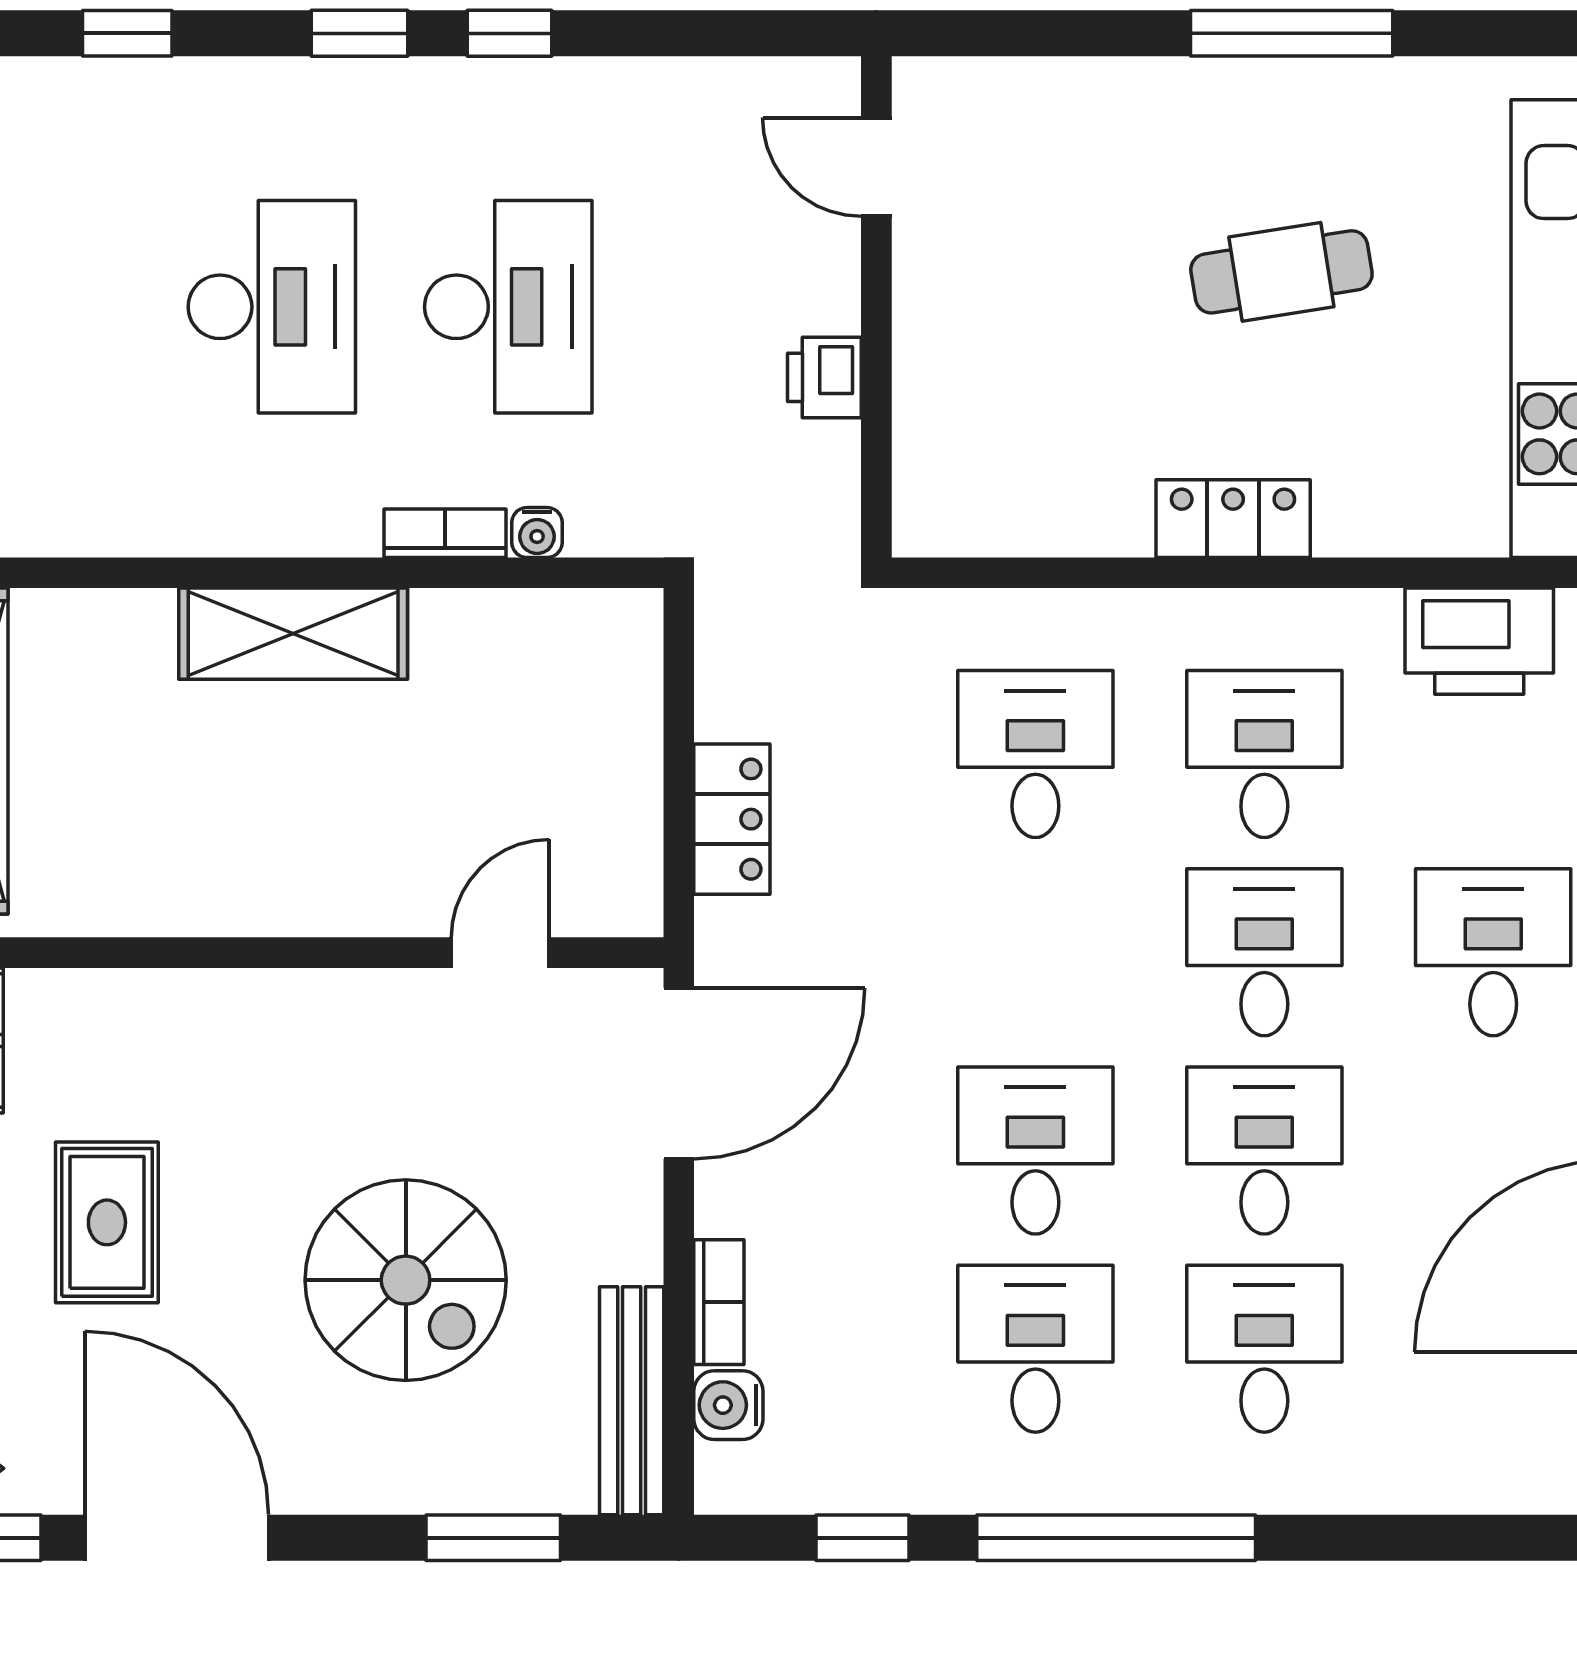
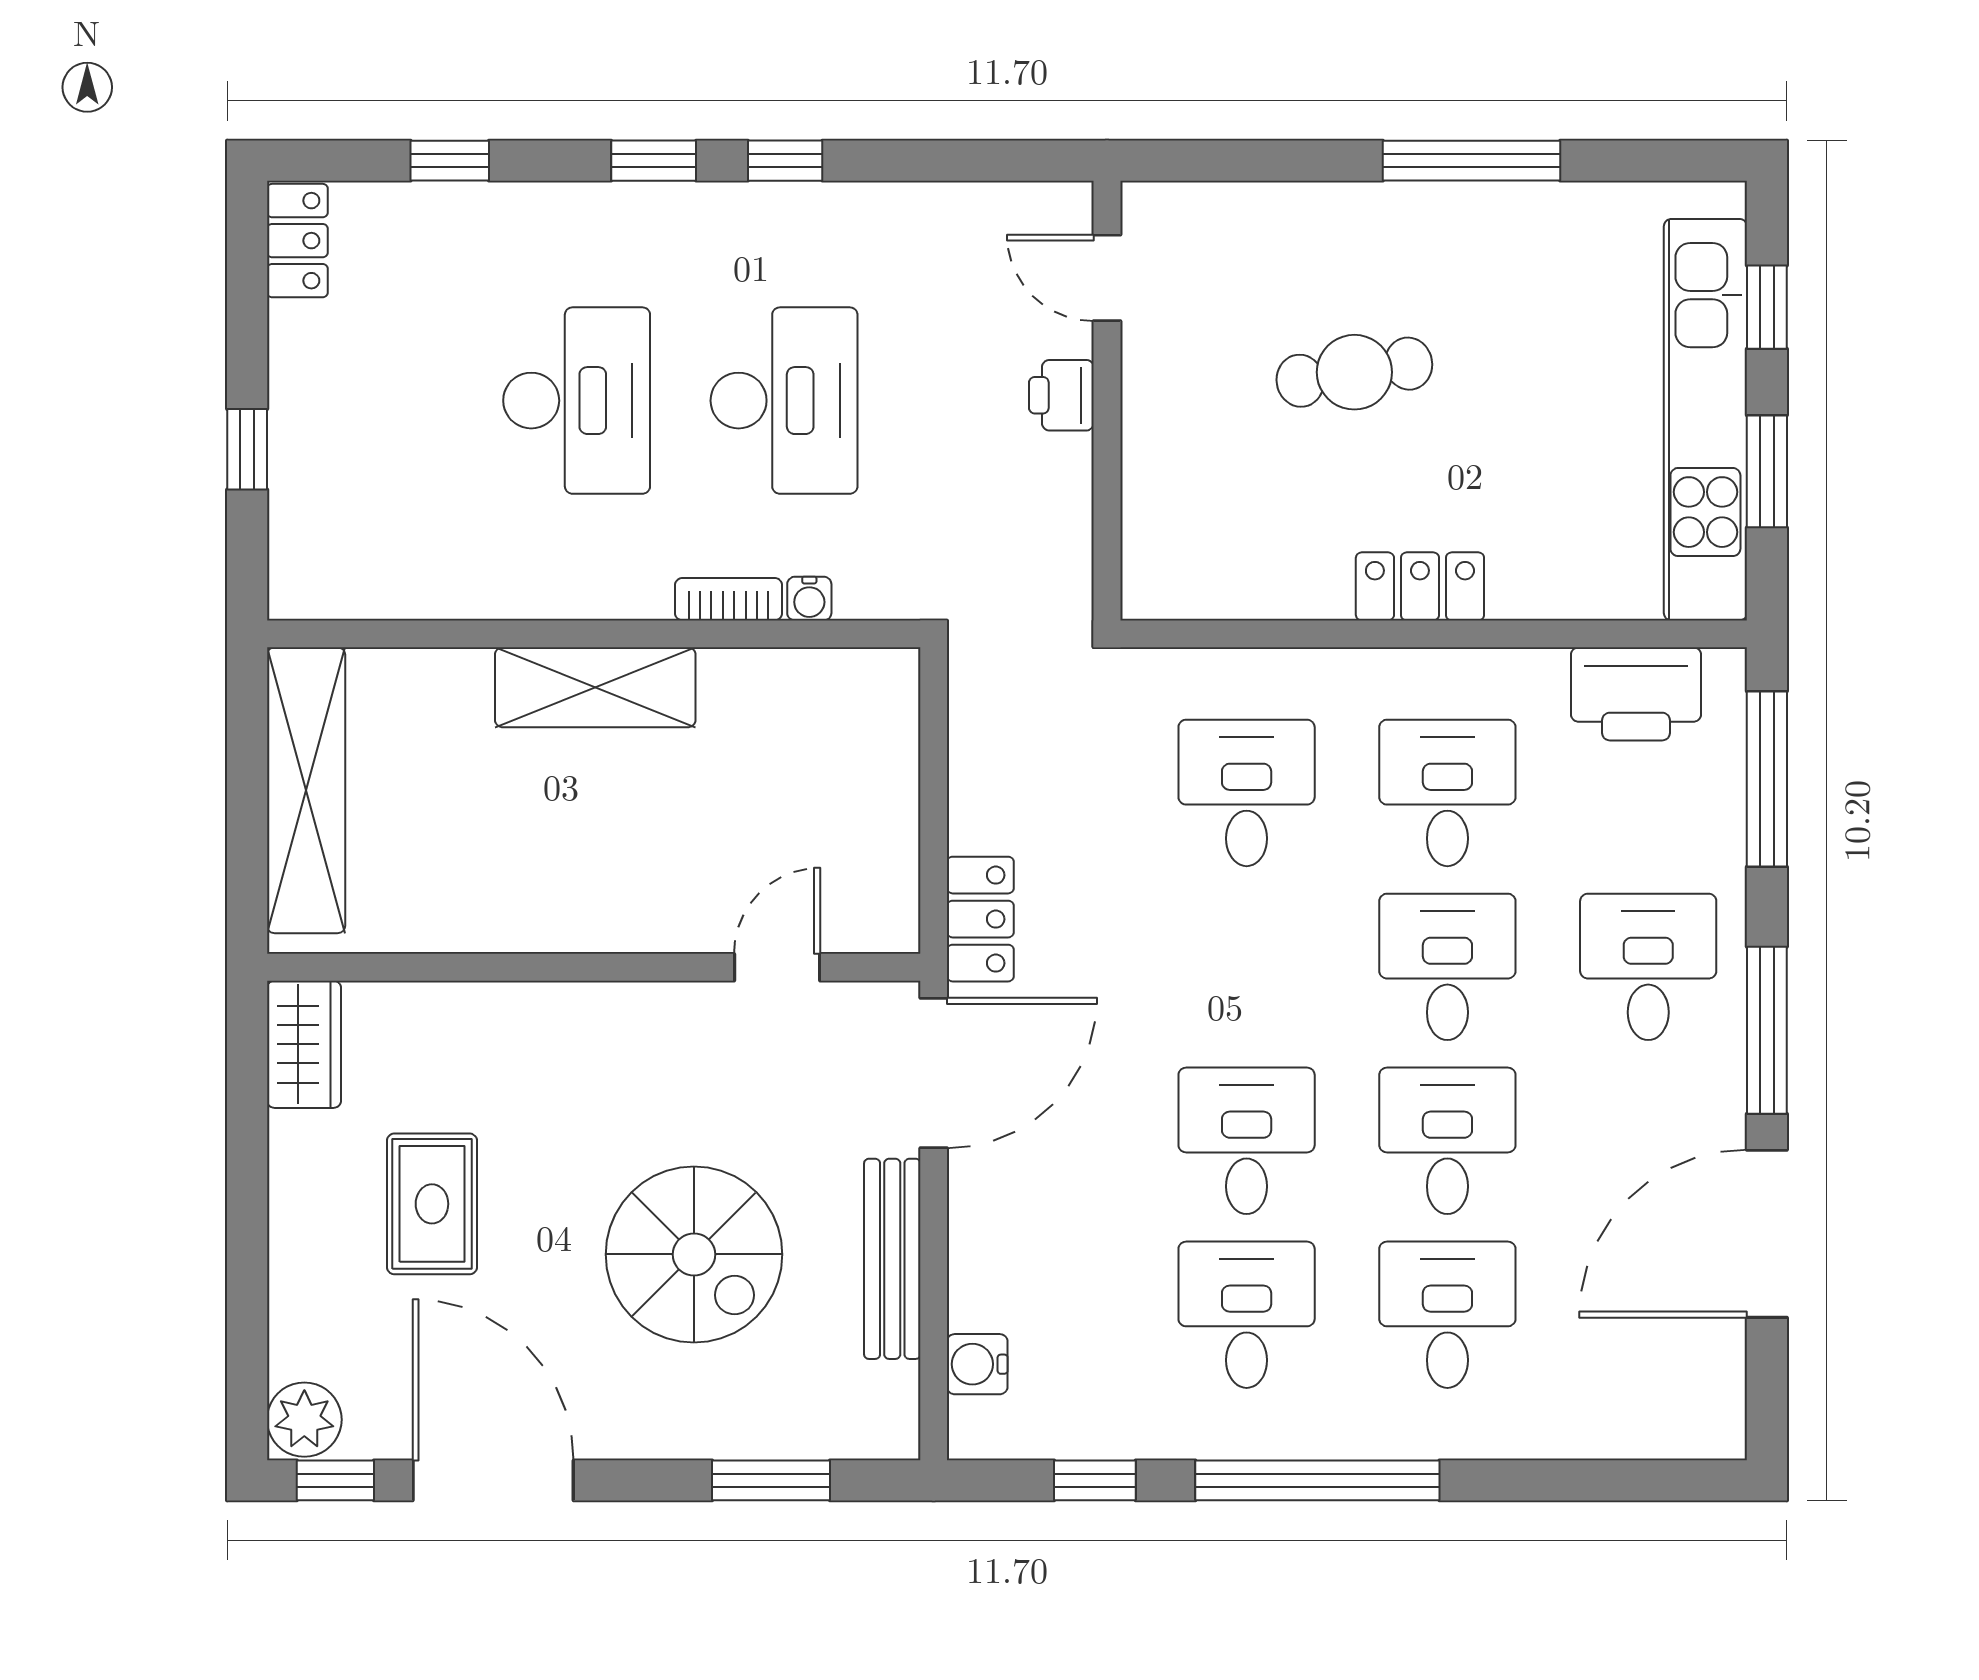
cafe table: (1281, 272) -> (1354, 372), moved
printer: (824, 377) -> (1061, 395), moved
locker: (732, 819) -> (980, 919), moved
bookcase: (719, 1302) -> (969, 1274), removed
bench: (632, 1401) -> (892, 1259), moved

